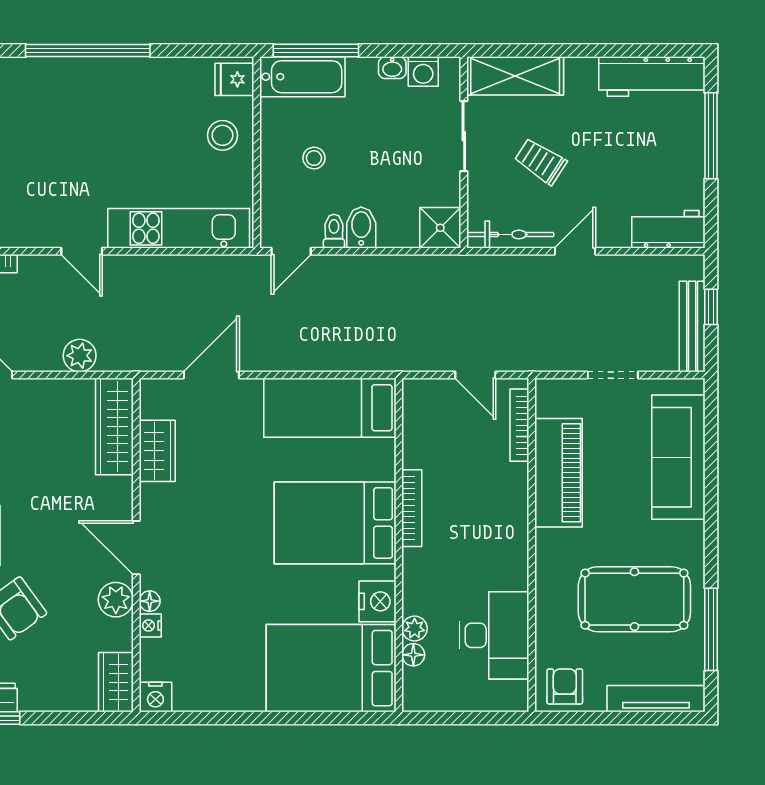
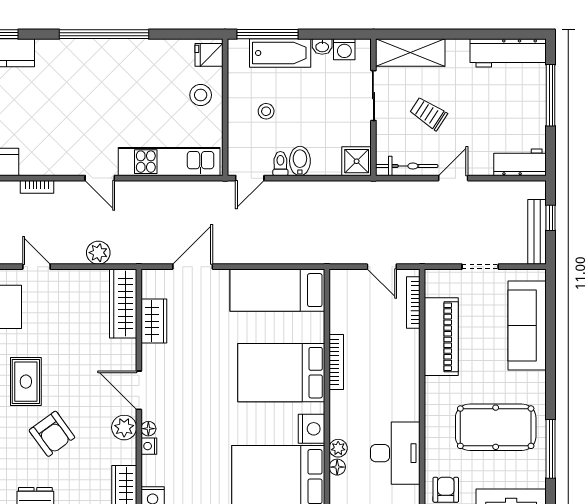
bathtub: (302, 77) -> (280, 53), moved

